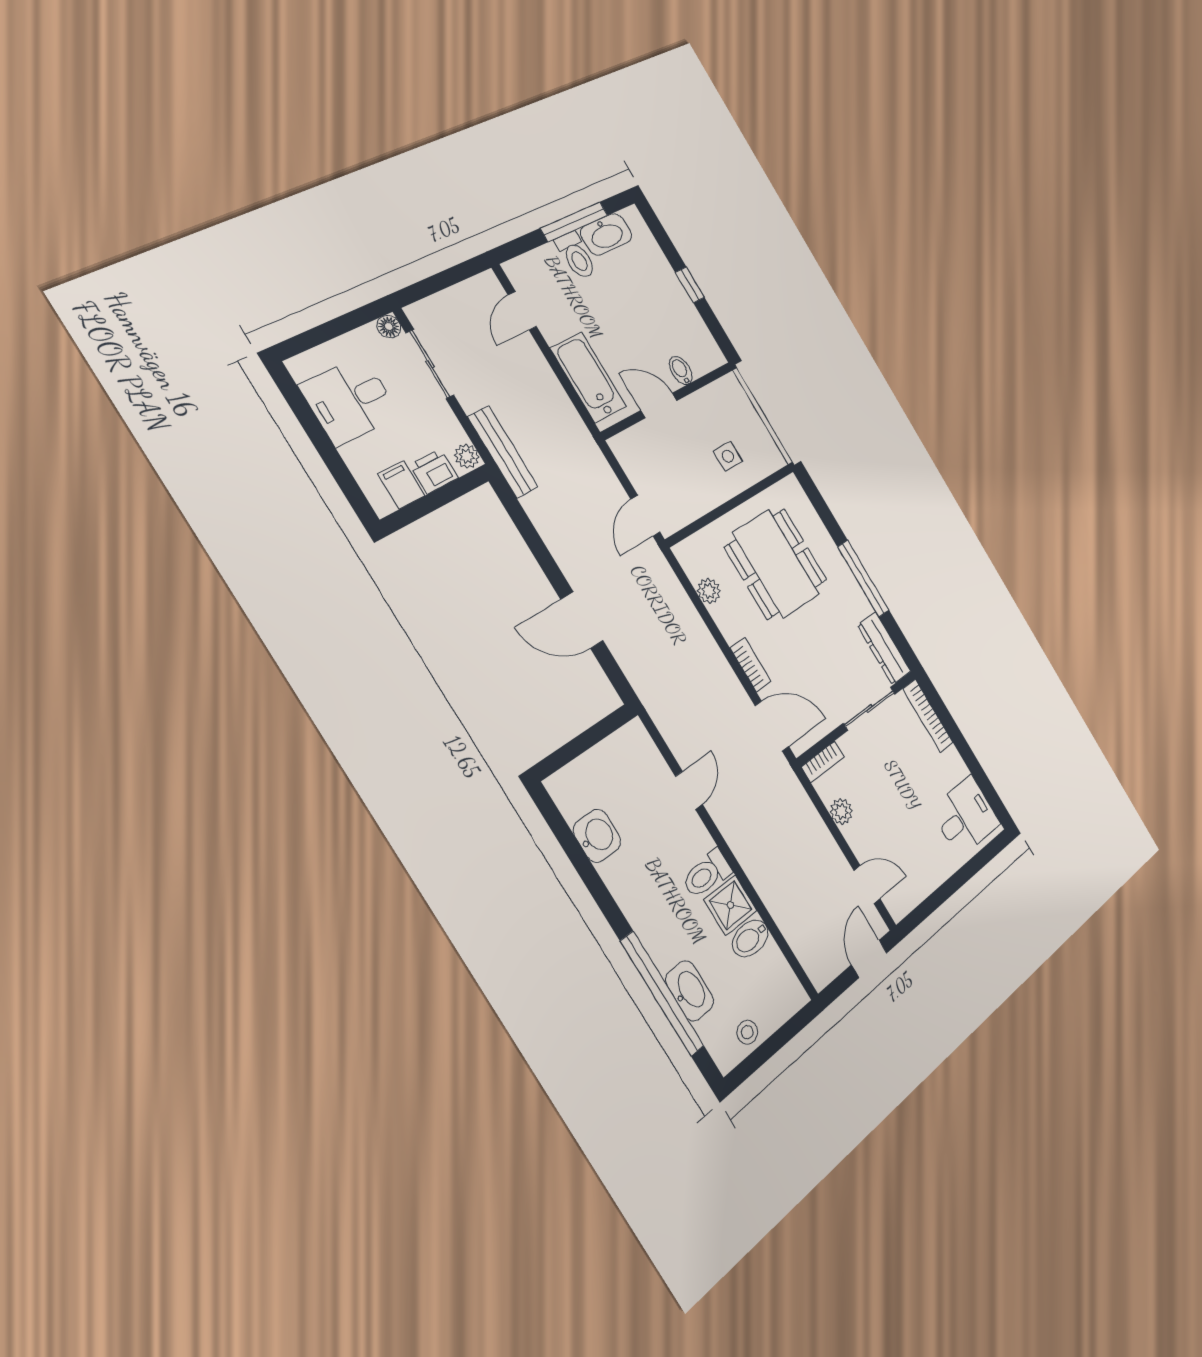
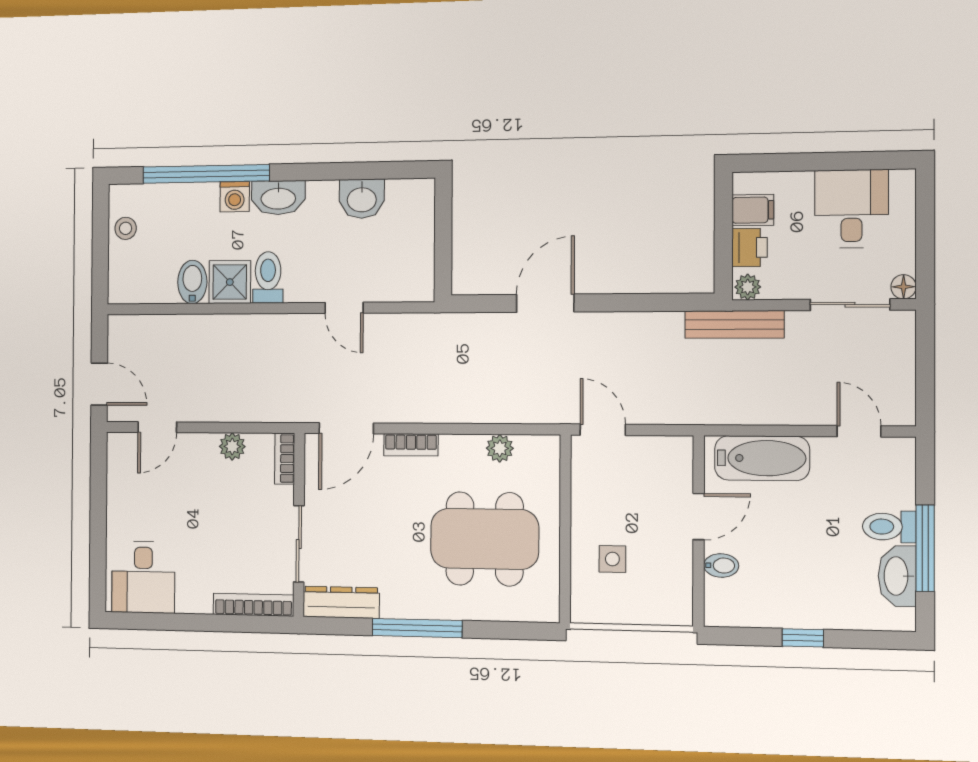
washing machine: (664, 953) -> (235, 197), added
washbasin: (690, 991) -> (278, 198), moved

